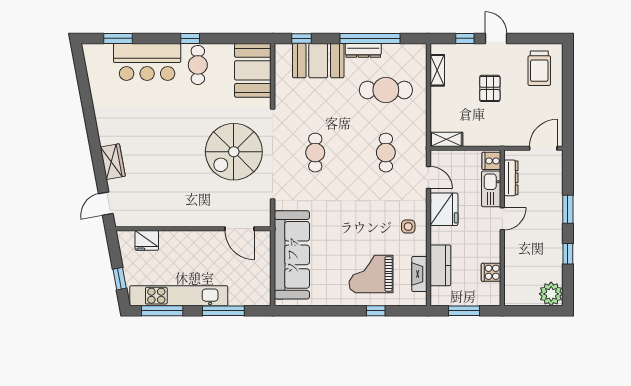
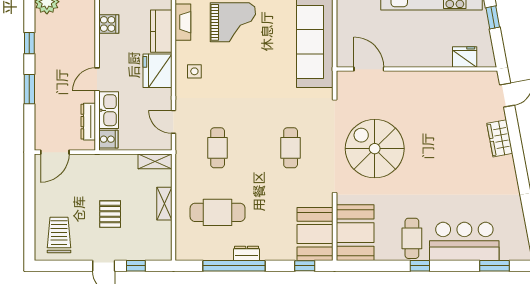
dresser: (363, 50) -> (247, 253), width x0.70
booth: (318, 61) -> (315, 234), moved, turned 90
shelving: (437, 70) -> (164, 204), moved
spiral stairs: (234, 152) -> (375, 149), turned -90
fridge: (444, 209) -> (157, 71), moved

